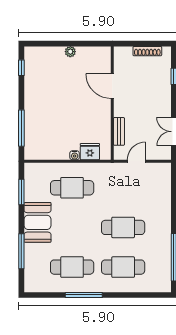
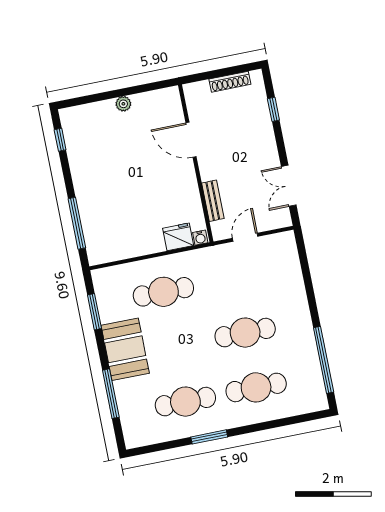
water cooler: (75, 155) -> (200, 238), moved
window: (84, 295) -> (209, 437), width x0.69

